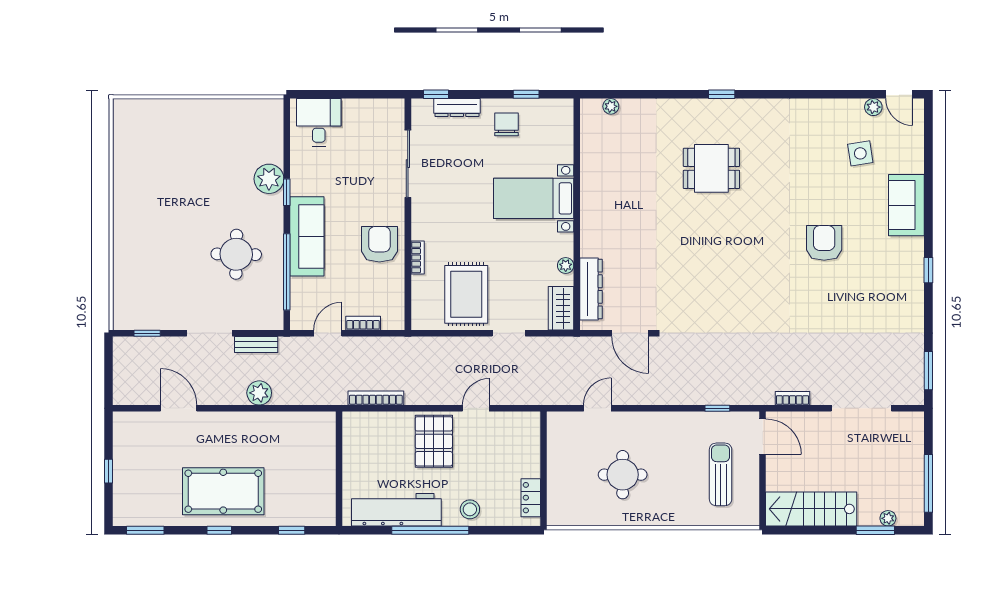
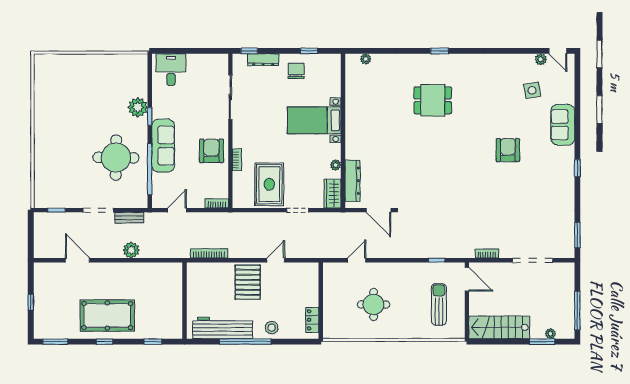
round table: (236, 254) -> (116, 158), width x1.36, depth x1.36
bookcase: (363, 323) -> (217, 203), moved

